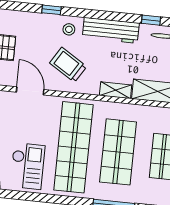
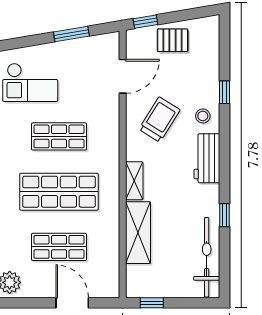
workbench: (111, 30) -> (207, 158), width x0.73
shop shelf: (73, 147) -> (59, 136), width x0.50, depth x0.74

